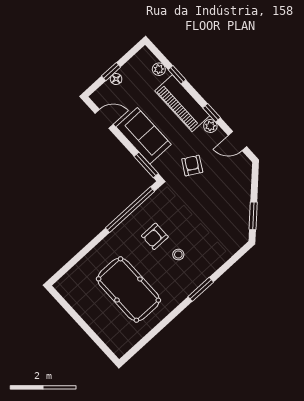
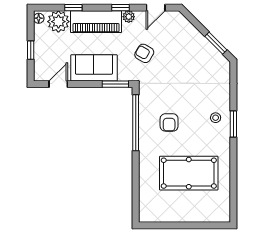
plant: (159, 69) -> (58, 22), width x1.87, depth x1.87
floor lamp: (116, 79) -> (39, 18), moved
stool: (178, 255) -> (216, 118), moved

